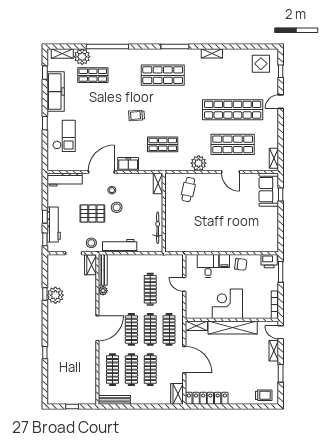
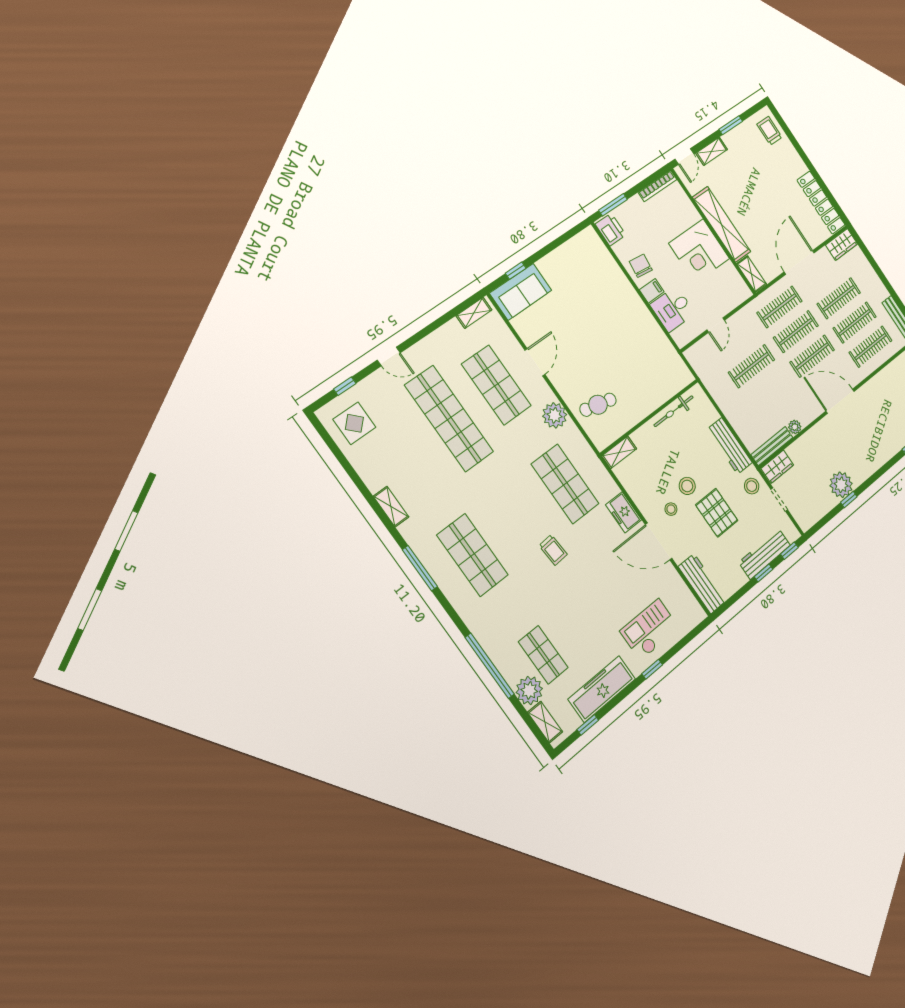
shop shelf: (163, 144) -> (565, 484), width x1.43, depth x1.36

